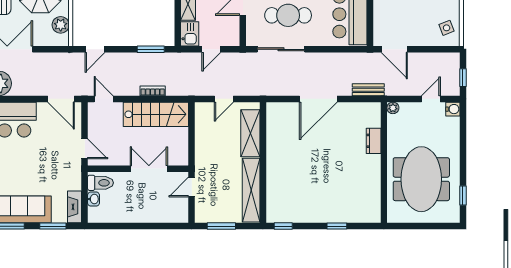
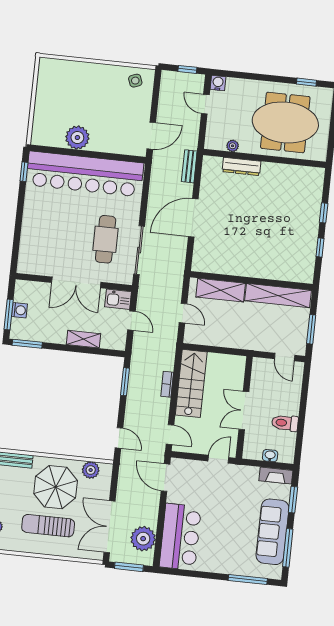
kitchen sink: (190, 34) -> (118, 299), moved, turned 180
door: (61, 99) -> (165, 478), swing flipped
door: (104, 99) -> (170, 435), swing flipped
door: (318, 99) -> (193, 218), swing flipped
plant: (393, 108) -> (233, 146), moved
dresser: (374, 141) -> (242, 167), width x1.44
double door: (149, 169) -> (244, 411), moved
toilet: (100, 183) -> (285, 423), moved, turned -90
door: (192, 187) -> (285, 357), moved
window: (283, 226) -> (320, 248), moved

